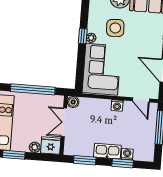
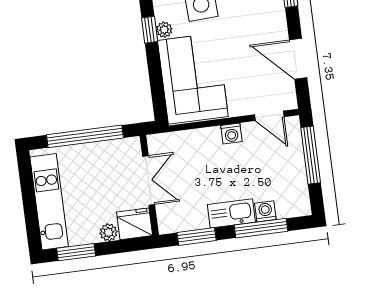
boiler: (73, 102) -> (157, 143), removed
double door: (64, 122) -> (149, 180), swing flipped
window: (123, 163) -> (261, 228), width x1.44

